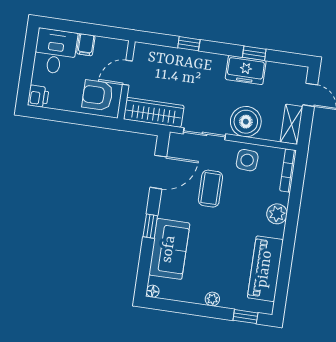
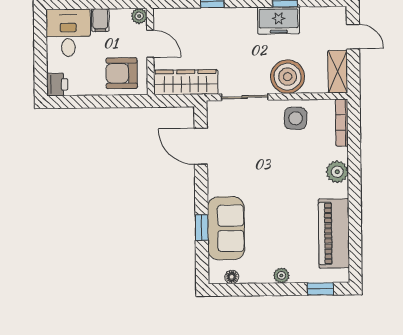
plant: (121, 47) -> (139, 16), added
door: (127, 73) -> (150, 44), swing flipped
door: (158, 172) -> (201, 146), swing flipped
coffee table: (210, 189) -> (260, 156), removed
window: (150, 226) -> (202, 228), moved
floor lamp: (153, 291) -> (232, 277), moved

